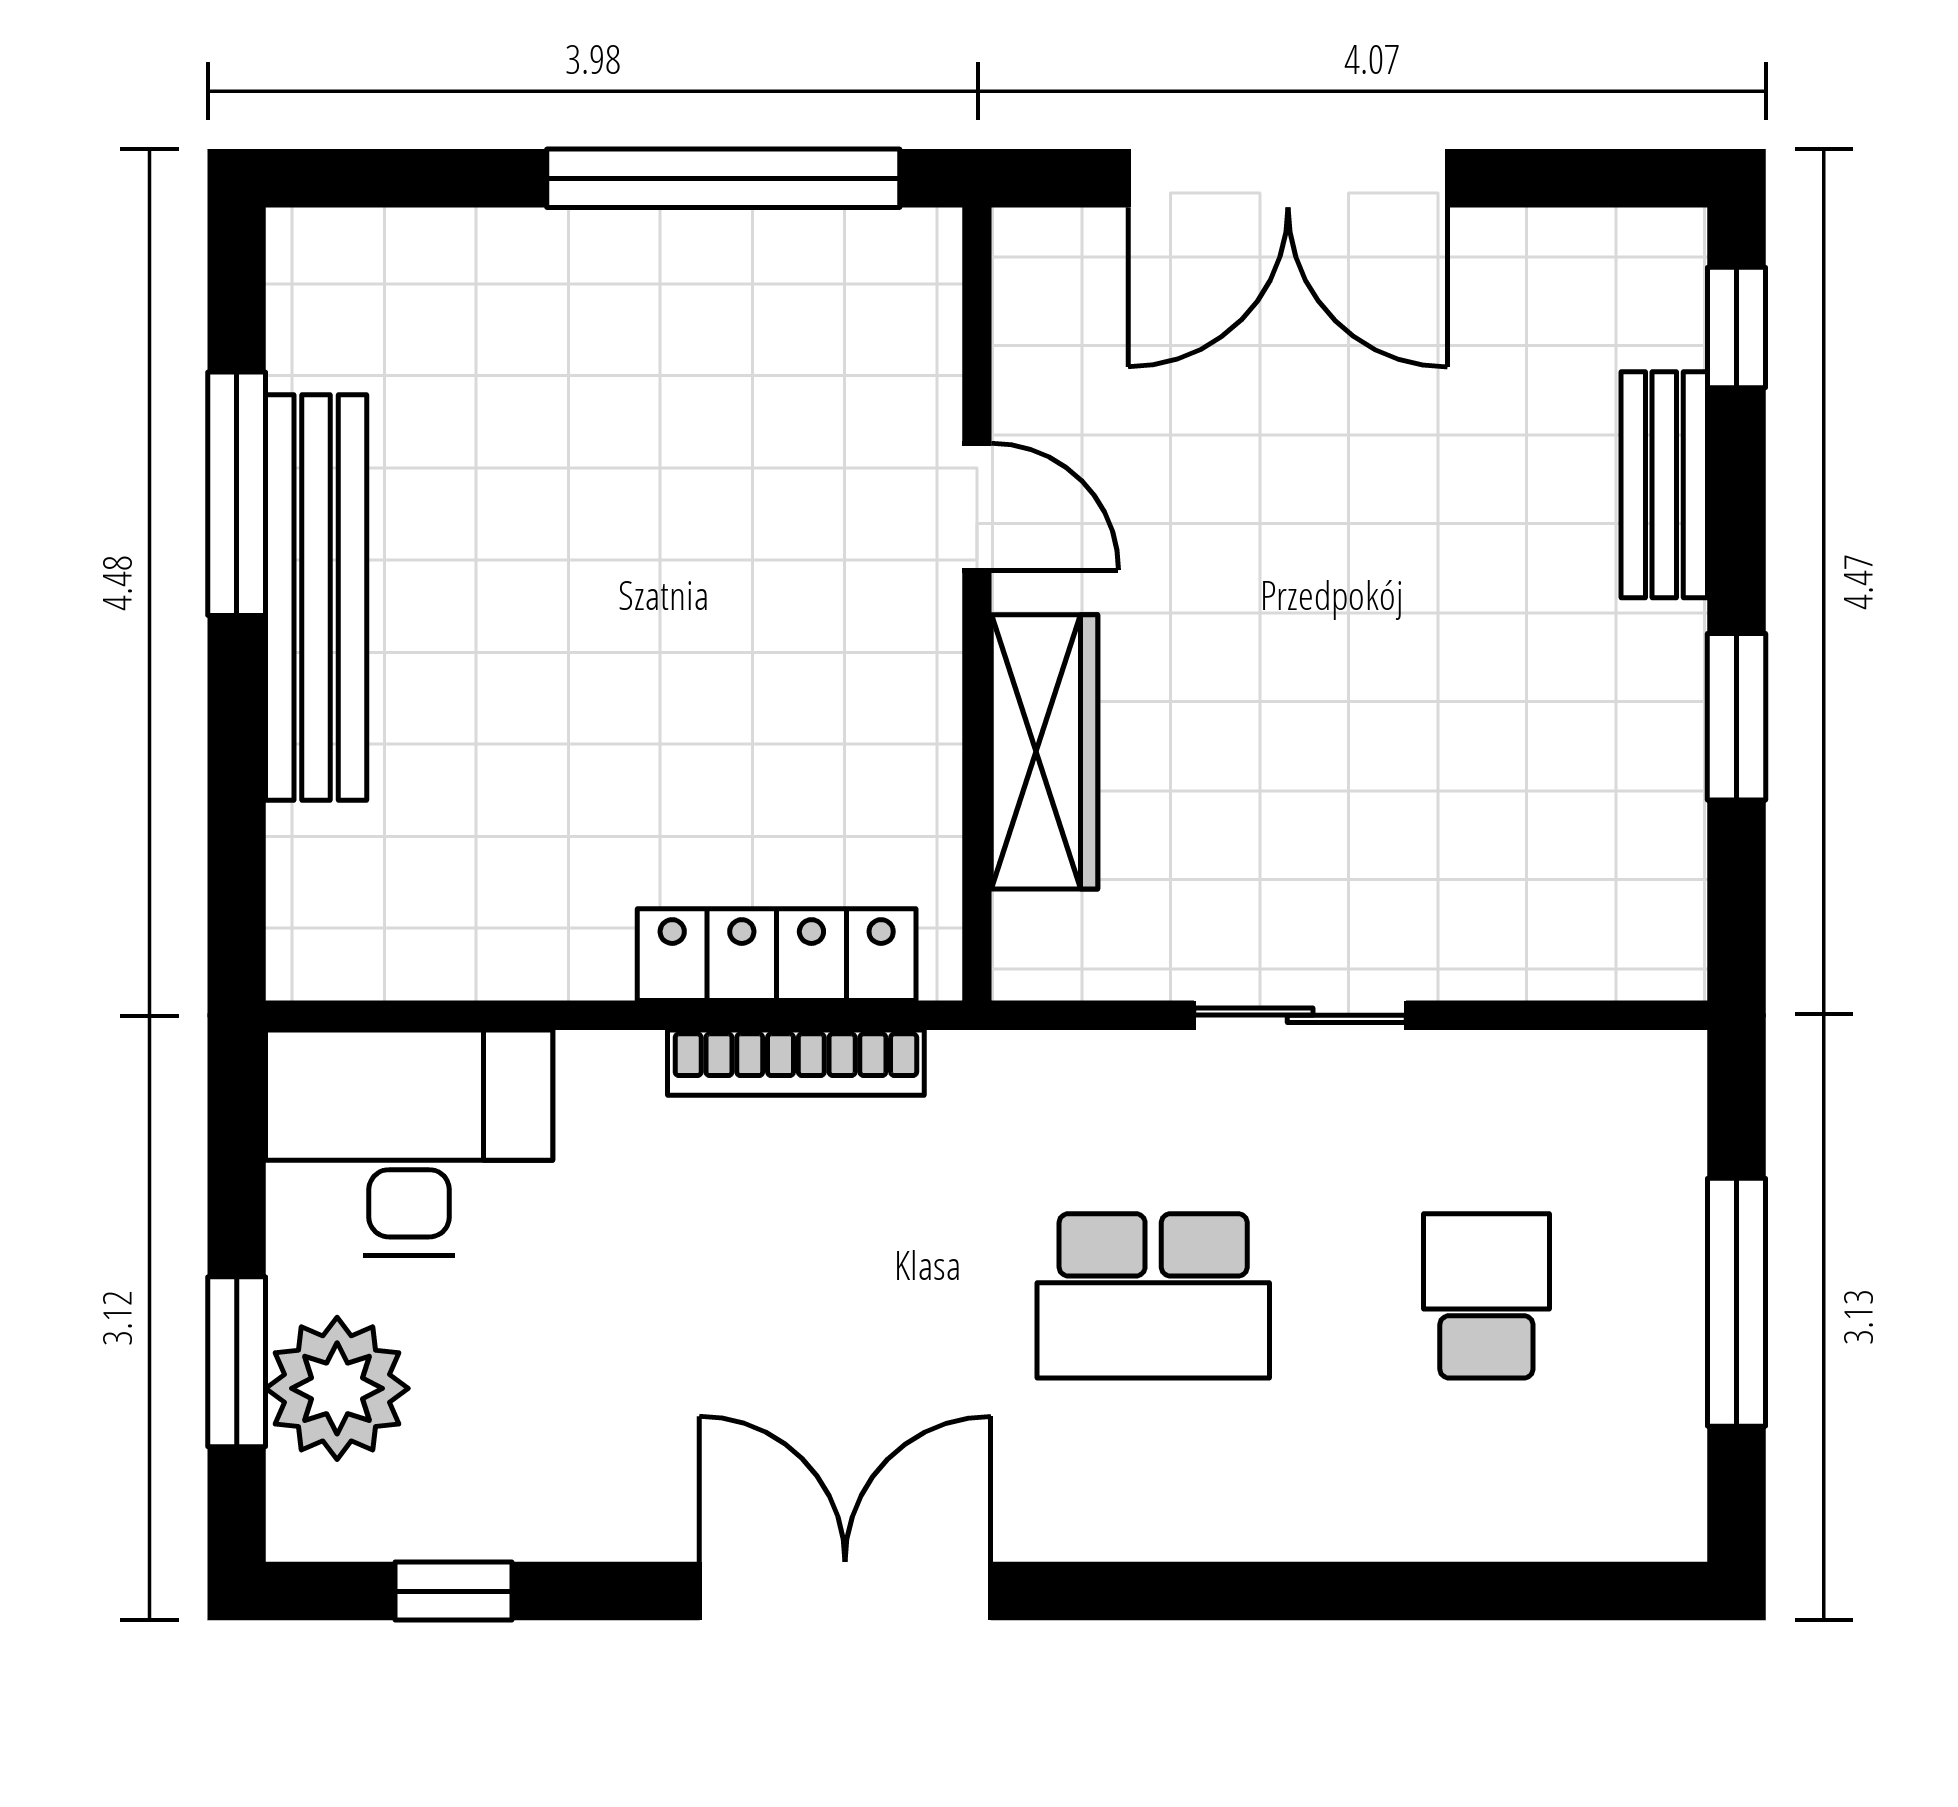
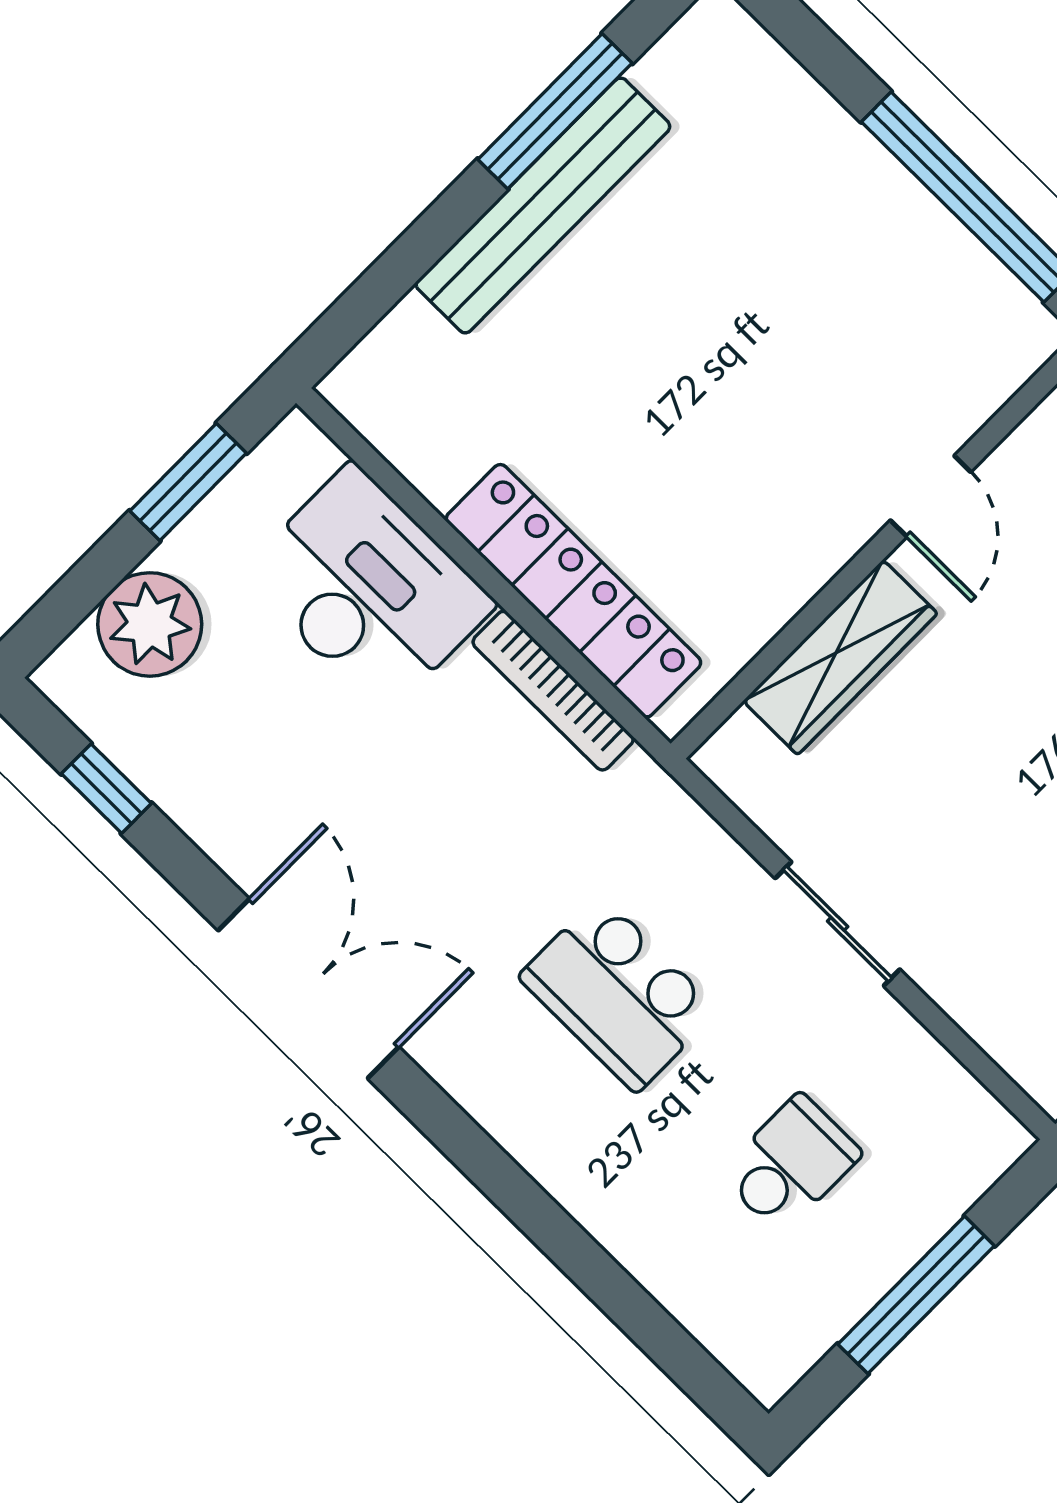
locker: (777, 955) -> (573, 591), width x1.41, depth x1.21
desk: (409, 1142) -> (368, 589), moved
window: (237, 1362) -> (188, 482), moved

